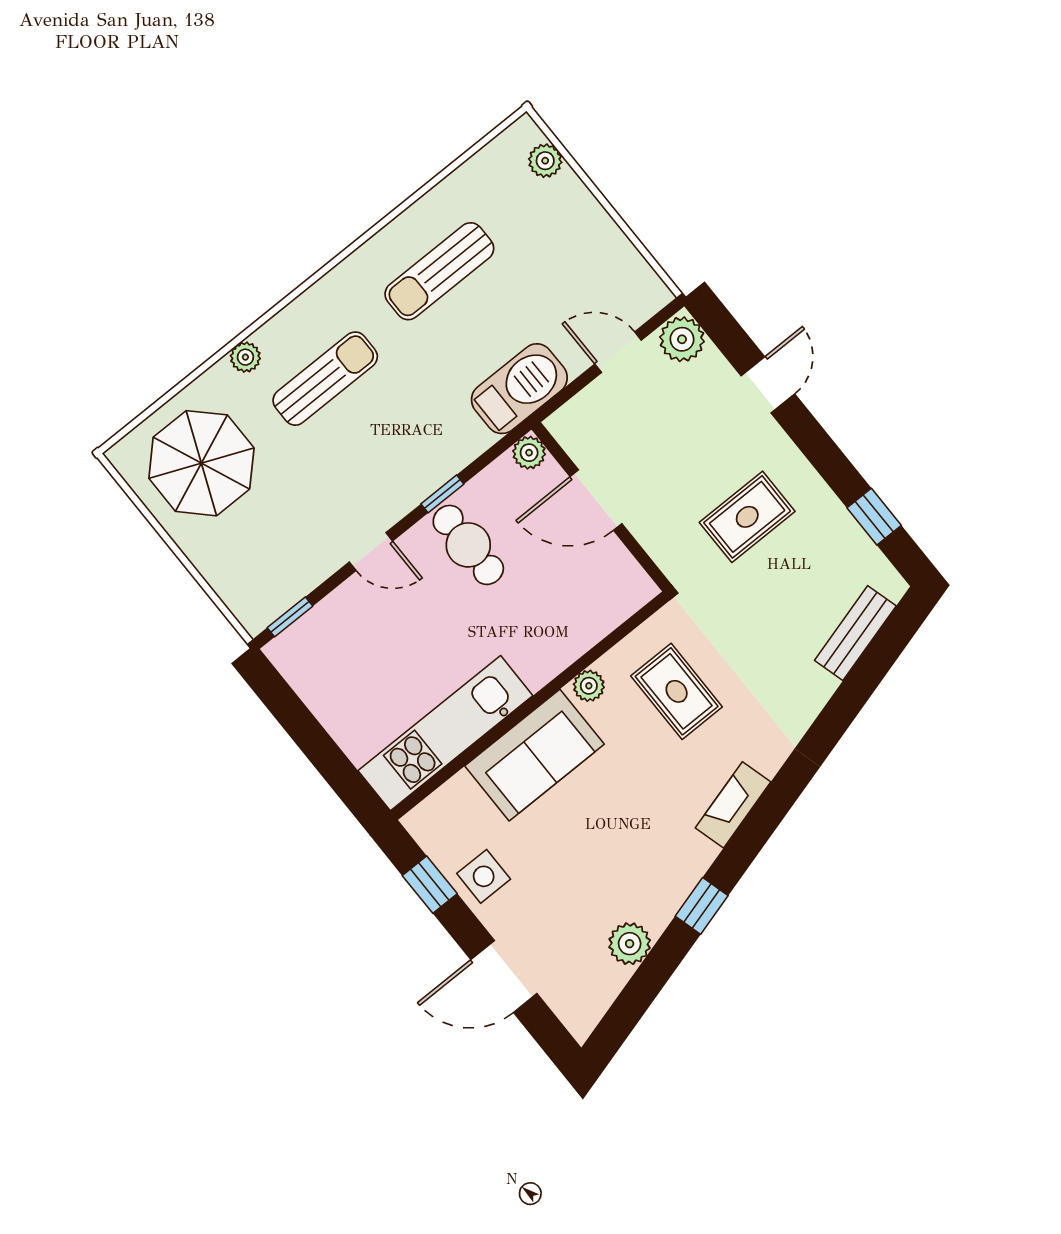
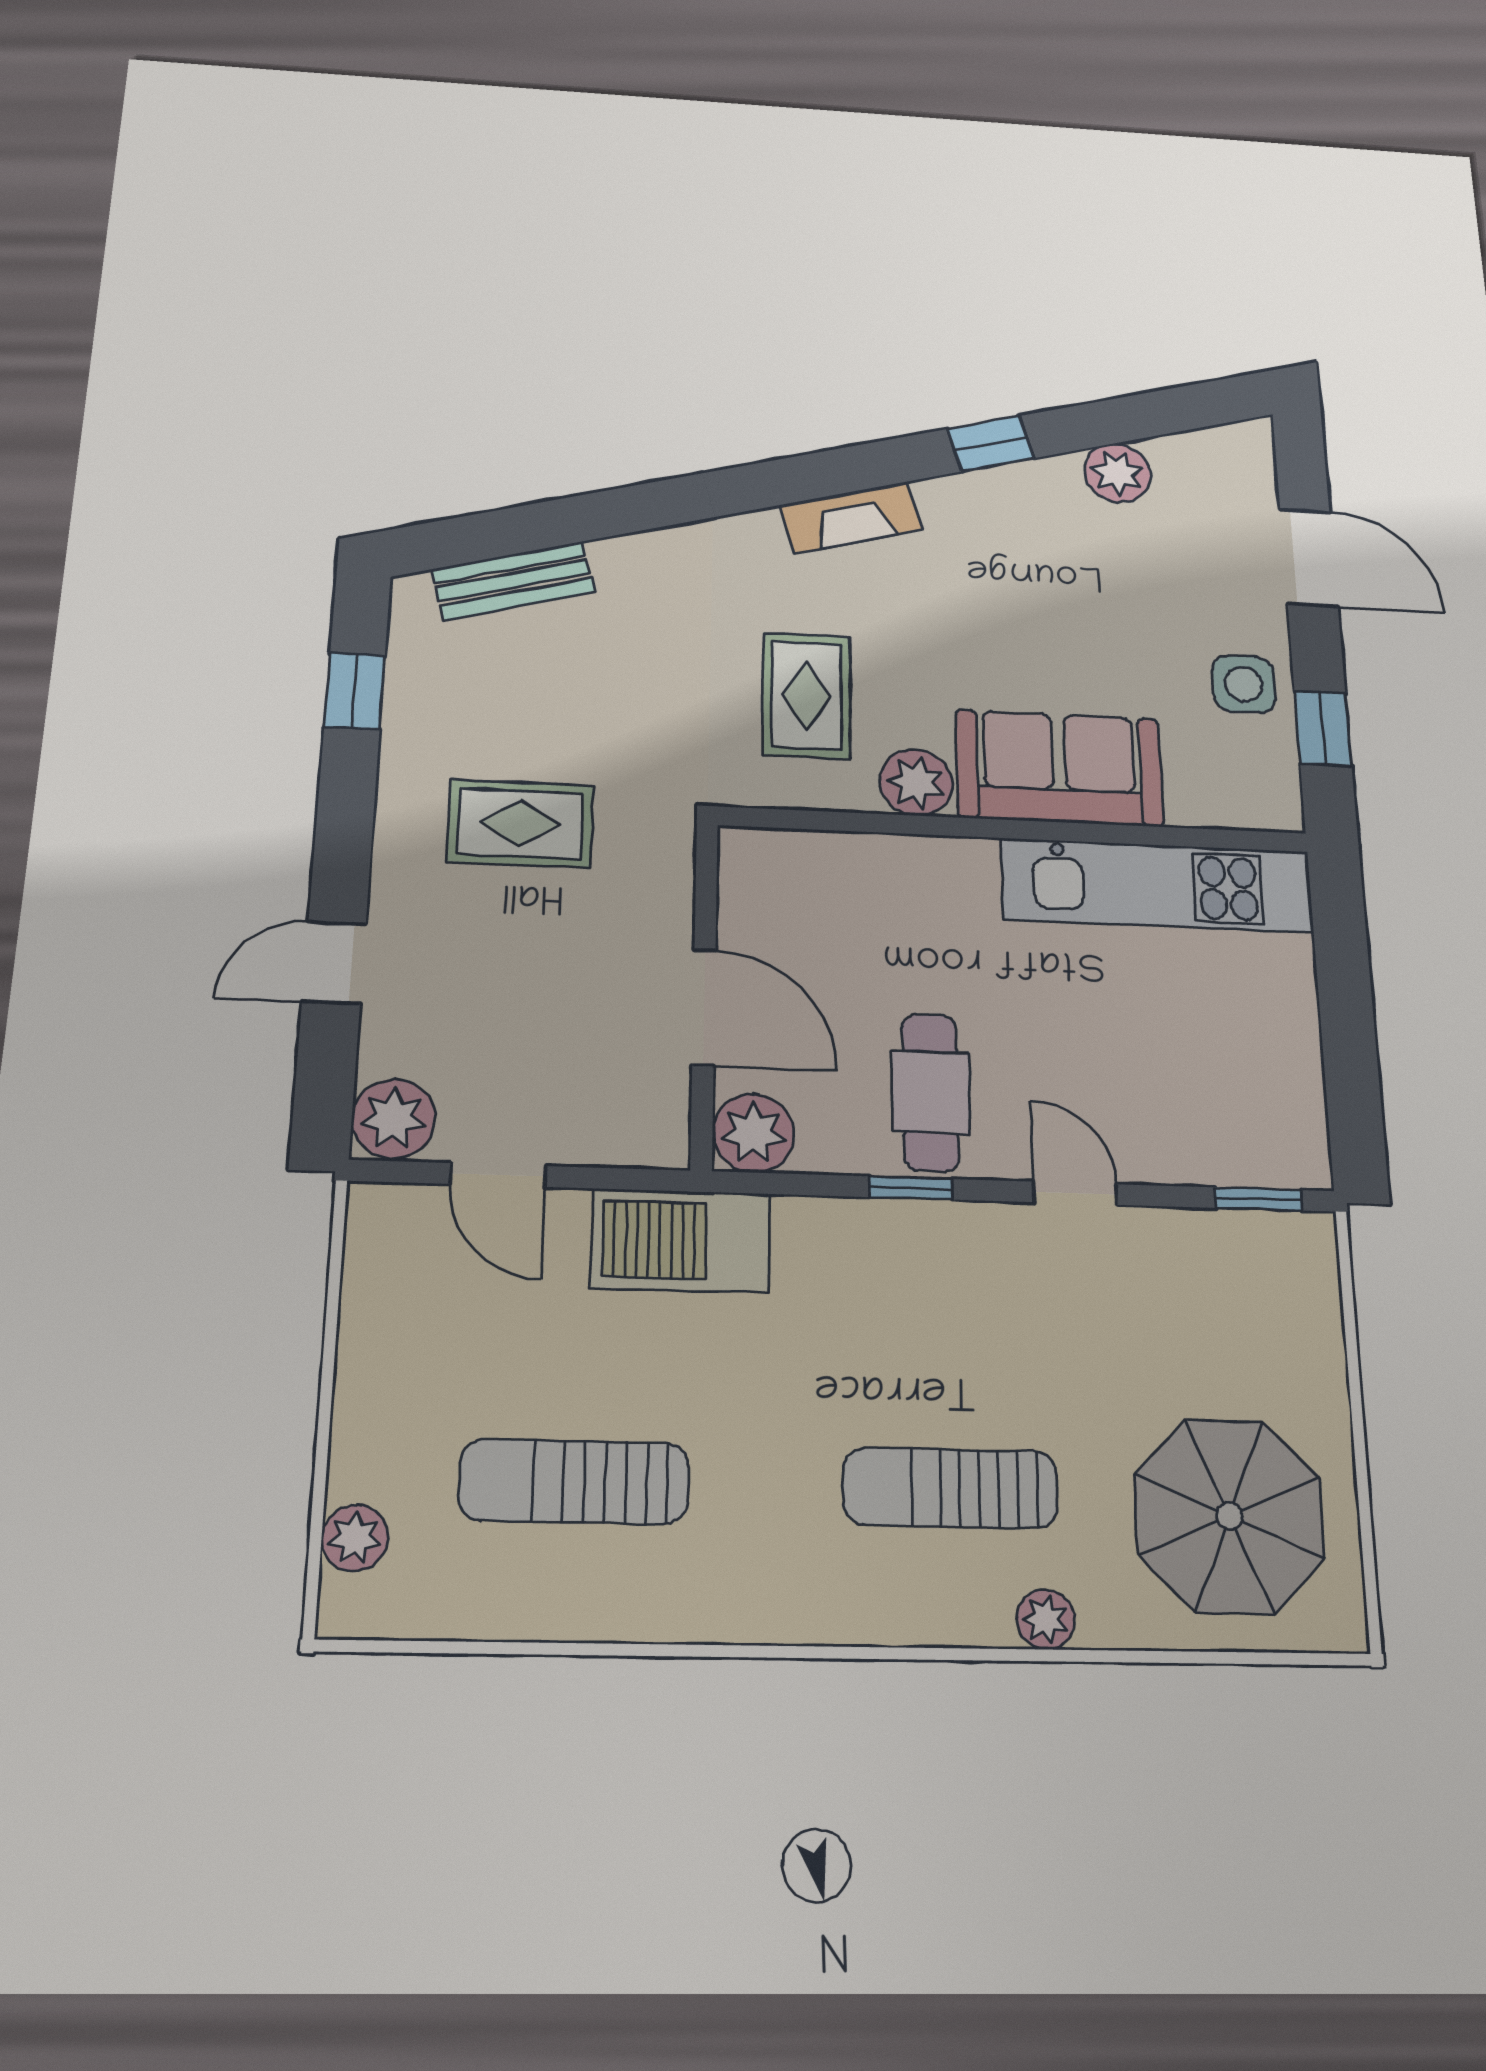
sun lounger: (439, 271) -> (574, 1482), moved, turned 180
plant: (529, 453) -> (753, 1133), width x1.38, depth x1.38
plant: (589, 686) -> (916, 782), width x1.38, depth x1.38

